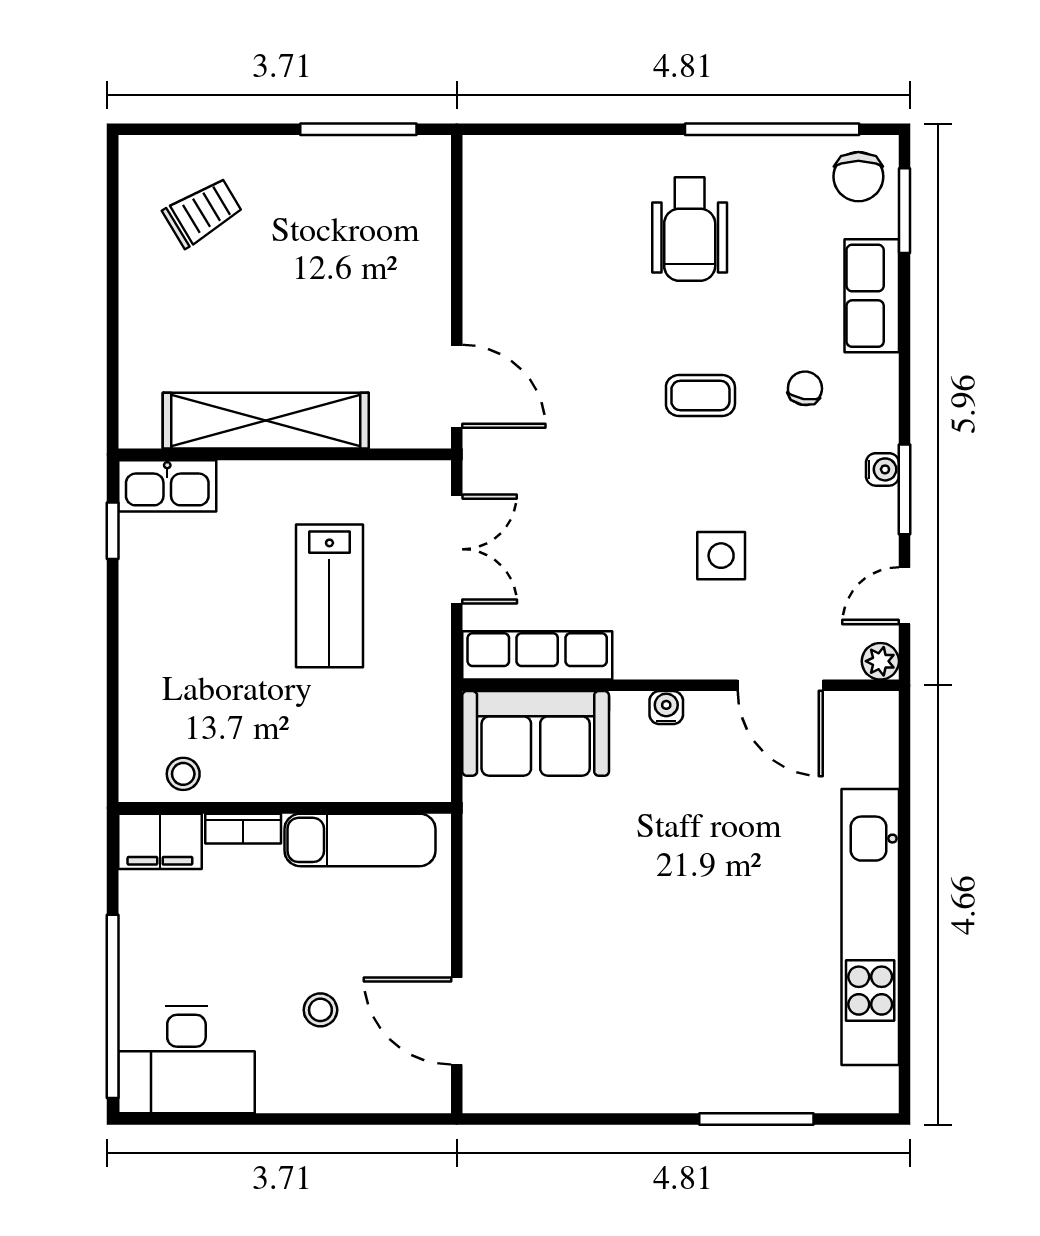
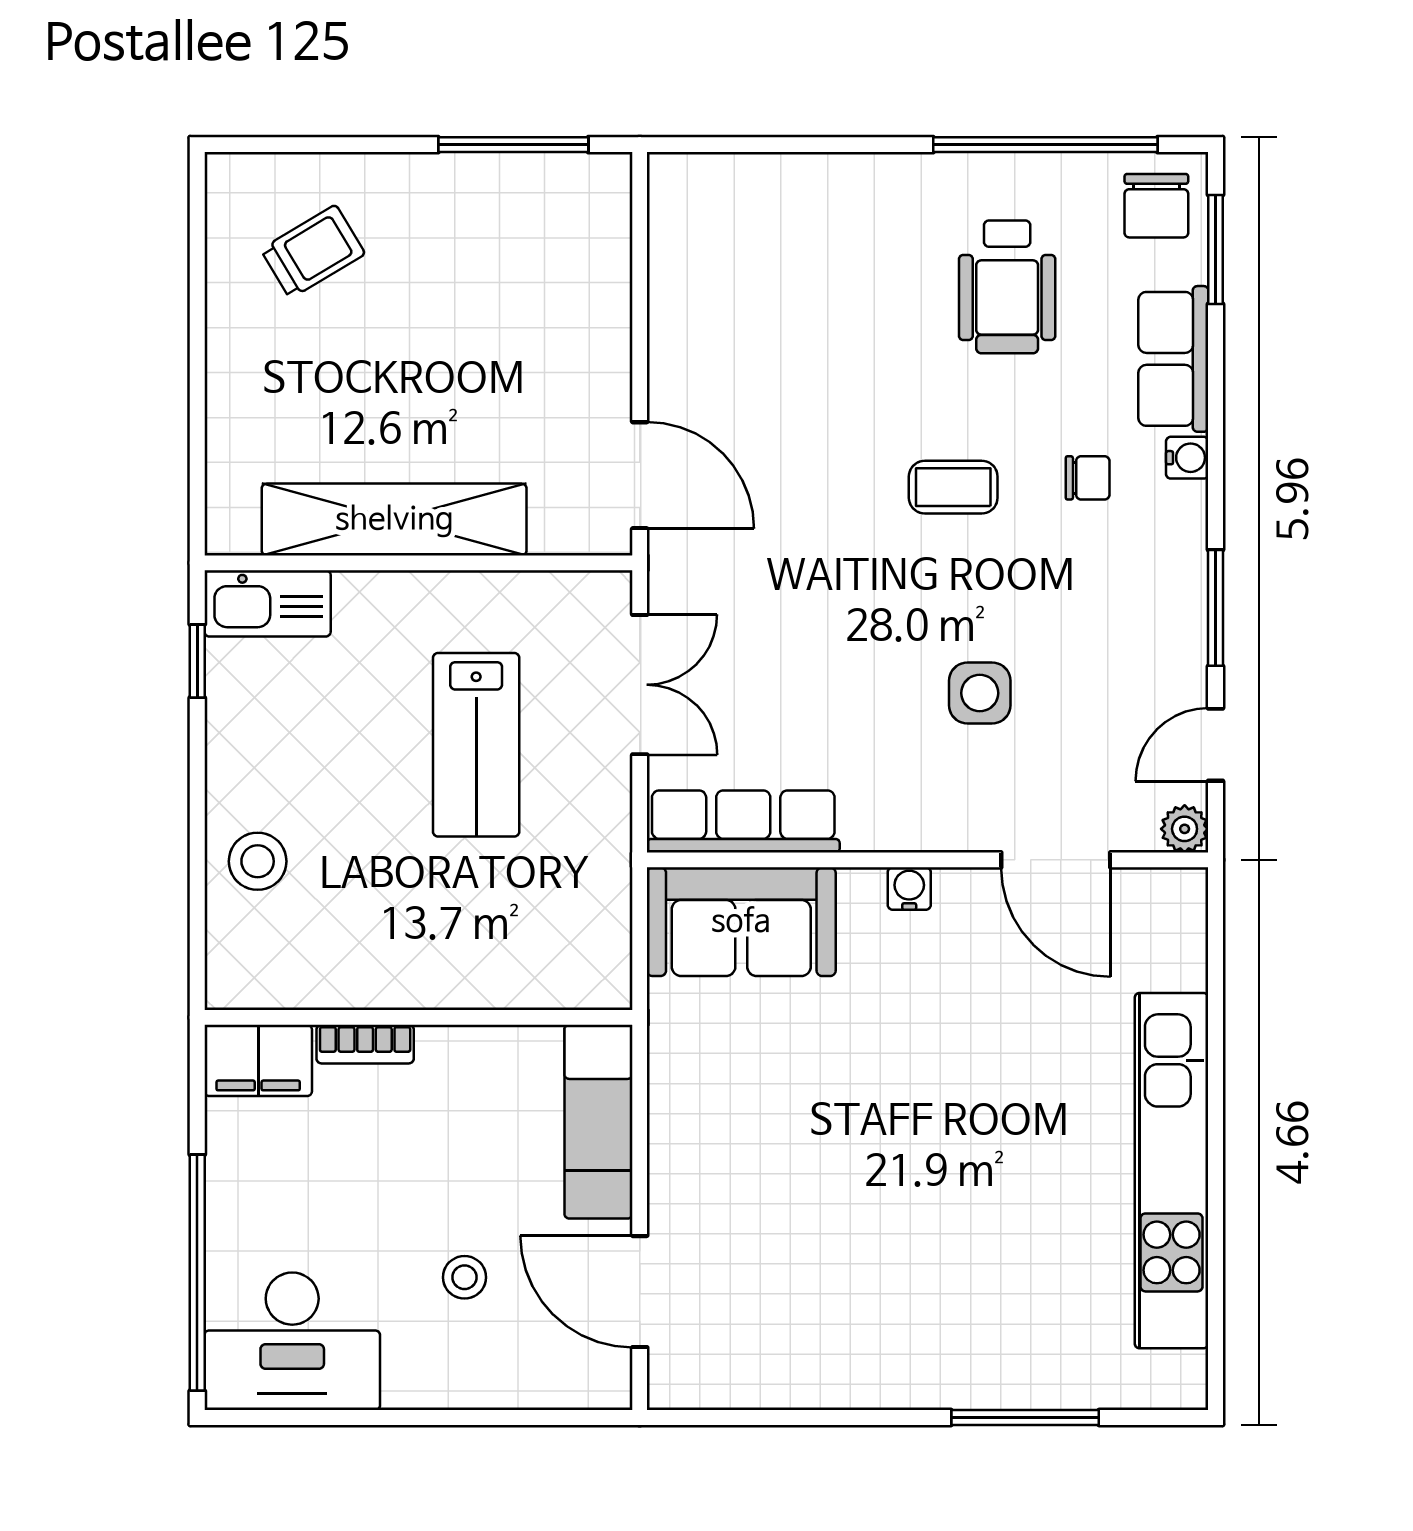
wheelchair: (690, 229) -> (1007, 287), moved
chair: (805, 388) -> (1088, 478), turned 80
water cooler: (882, 469) -> (1187, 458), moved
stool: (183, 774) -> (258, 861), moved, width x1.37, depth x1.37
exam couch: (360, 840) -> (598, 1122), moved, turned 90

